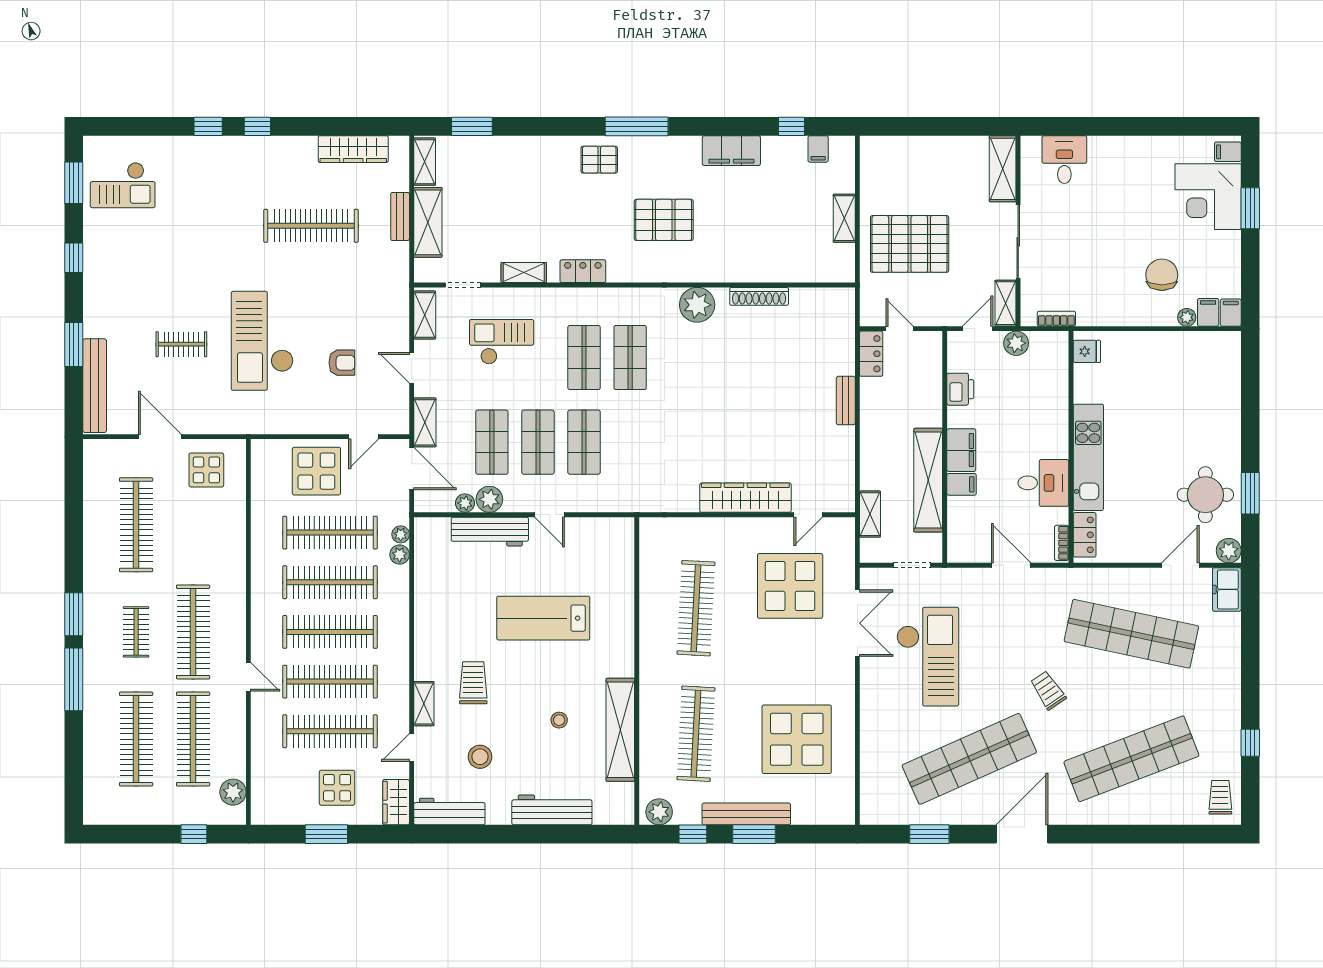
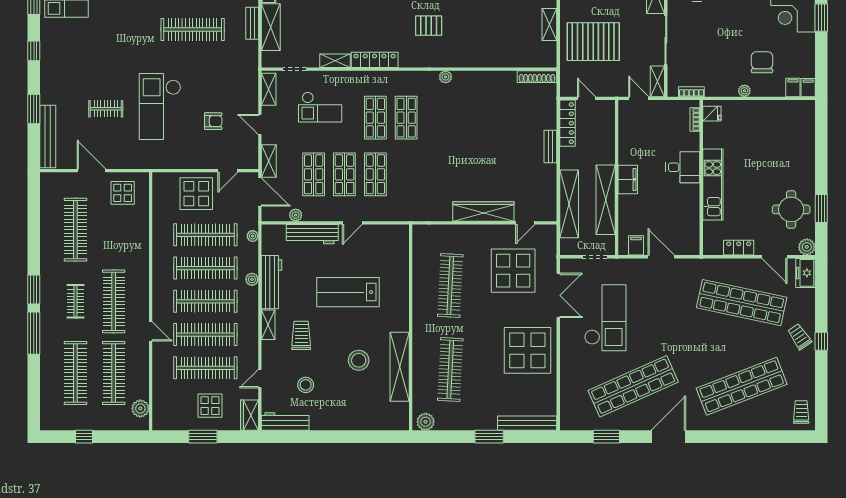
pallet: (664, 220) -> (429, 26), width x0.67, depth x0.71
locker: (583, 271) -> (375, 60), width x1.53
shoe rack: (759, 296) -> (537, 77), moved
plant: (697, 305) -> (446, 77), width x0.53, depth x0.53
plant: (1187, 317) -> (744, 91), moved
door: (978, 329) -> (639, 98), hinge flipped
checkout: (502, 342) -> (320, 107), turned 180
plant: (1016, 343) -> (664, 108), removed
locker: (871, 354) -> (567, 123), width x1.53
printer: (960, 389) -> (627, 139), removed
desk: (1043, 483) -> (683, 167), moved
filing cabinet: (962, 484) -> (636, 245), moved, turned -90
plant: (489, 499) -> (312, 213), removed
shelving: (870, 514) -> (569, 204), width x2.20, depth x1.33
door: (550, 515) -> (352, 223), hinge flipped
locker: (1085, 535) -> (739, 248), moved, turned -90
bookcase: (1062, 543) -> (695, 119), moved
plant: (400, 555) -> (252, 279), moved
door: (1180, 565) -> (774, 257), swing flipped
trolley: (1048, 690) -> (800, 337), moved
shelving: (424, 704) -> (268, 325), moved
stool: (559, 720) -> (359, 360), width x1.89, depth x1.89
display table: (797, 739) -> (527, 350), moved
window: (1250, 743) -> (821, 341), moved
workbench: (552, 810) -> (271, 282), moved, turned 90
bench: (746, 814) -> (527, 423), moved
window: (194, 834) -> (84, 437), moved
window: (693, 834) -> (448, 437), removed

